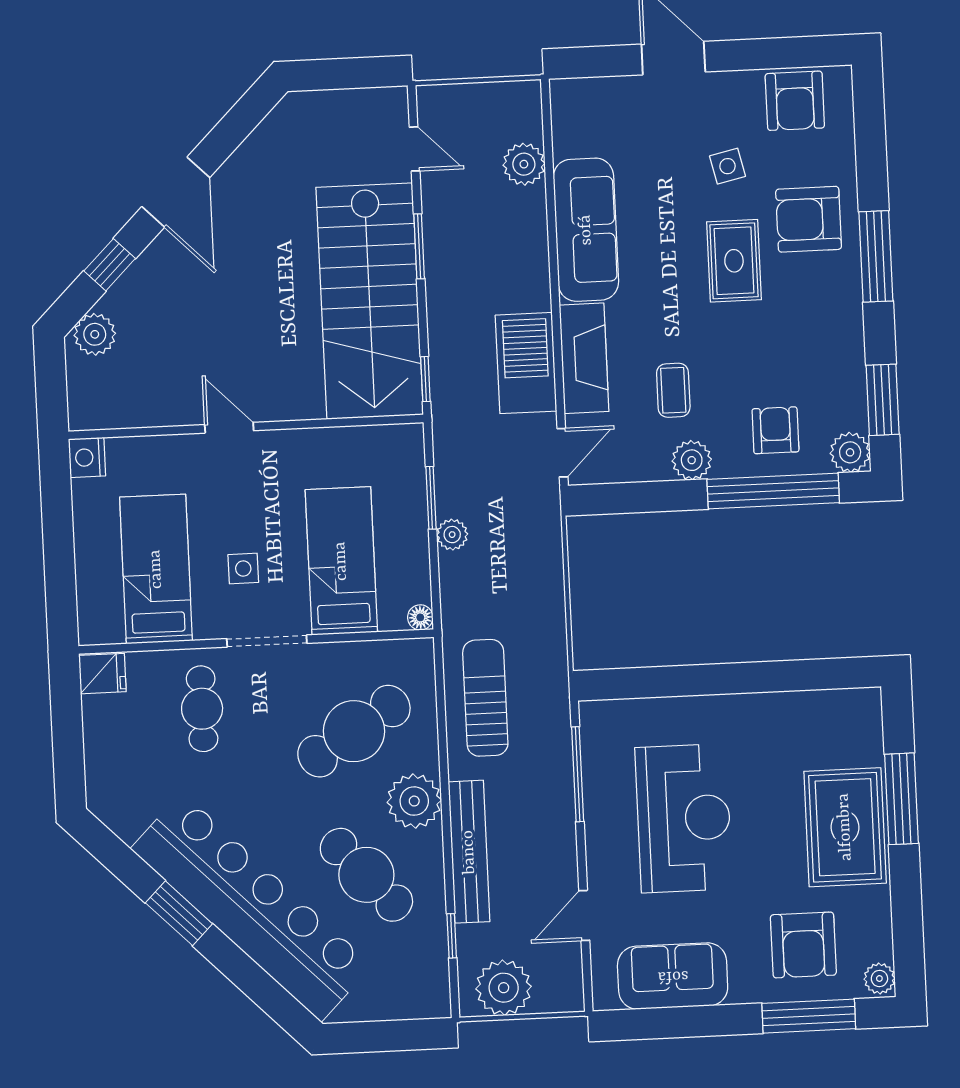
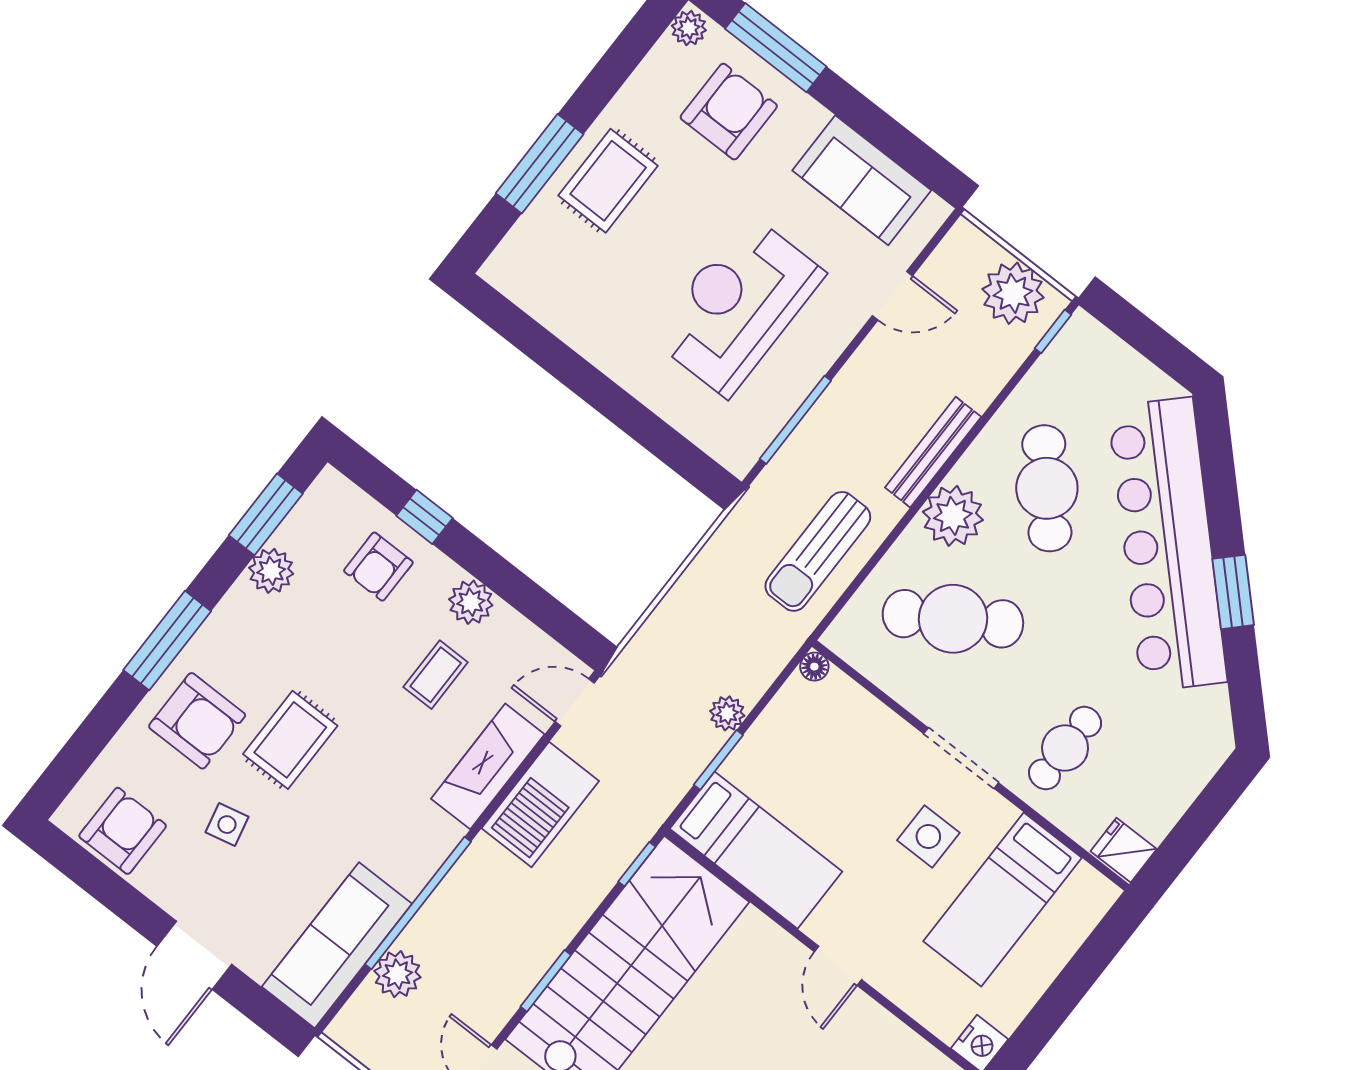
window: (552, 225) -> (418, 903), added
sofa: (586, 230) -> (337, 945), moved
plant: (850, 452) -> (271, 571), moved
window: (773, 491) -> (424, 517), width x0.32
bed: (341, 561) -> (756, 850), moved, turned -90
side table: (243, 569) -> (928, 837), width x1.37, depth x1.37
rug: (845, 827) -> (608, 181), width x0.73, depth x0.70
bench: (469, 852) -> (933, 452), width x0.73, depth x0.82
window: (452, 936) -> (1053, 331), moved

